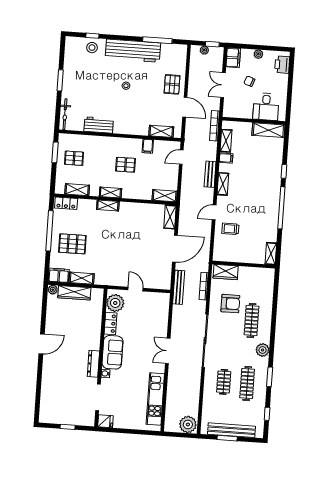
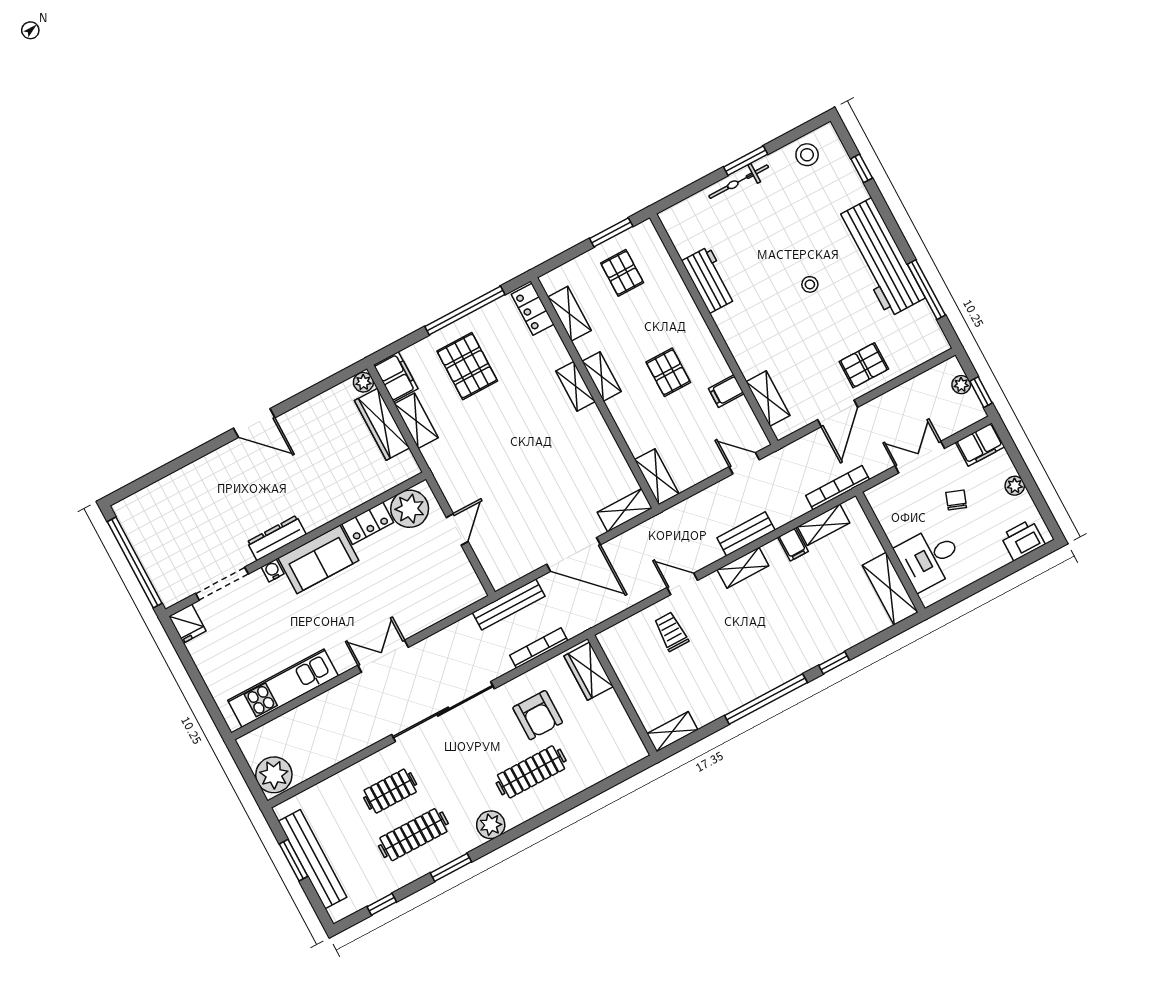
stool: (92, 48) -> (807, 155), moved
bicycle: (65, 114) -> (739, 182), moved
window: (68, 427) -> (135, 563), width x3.17

